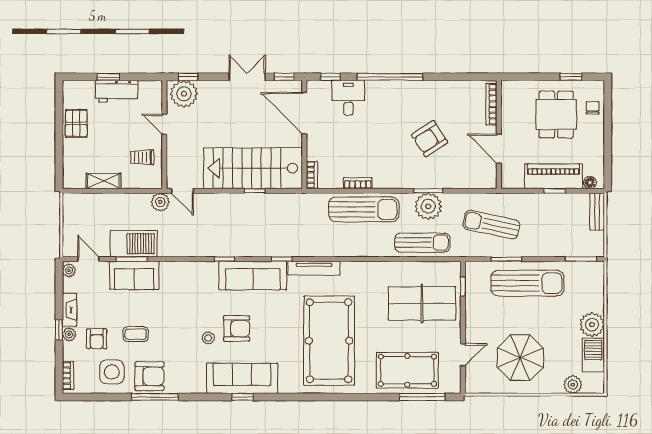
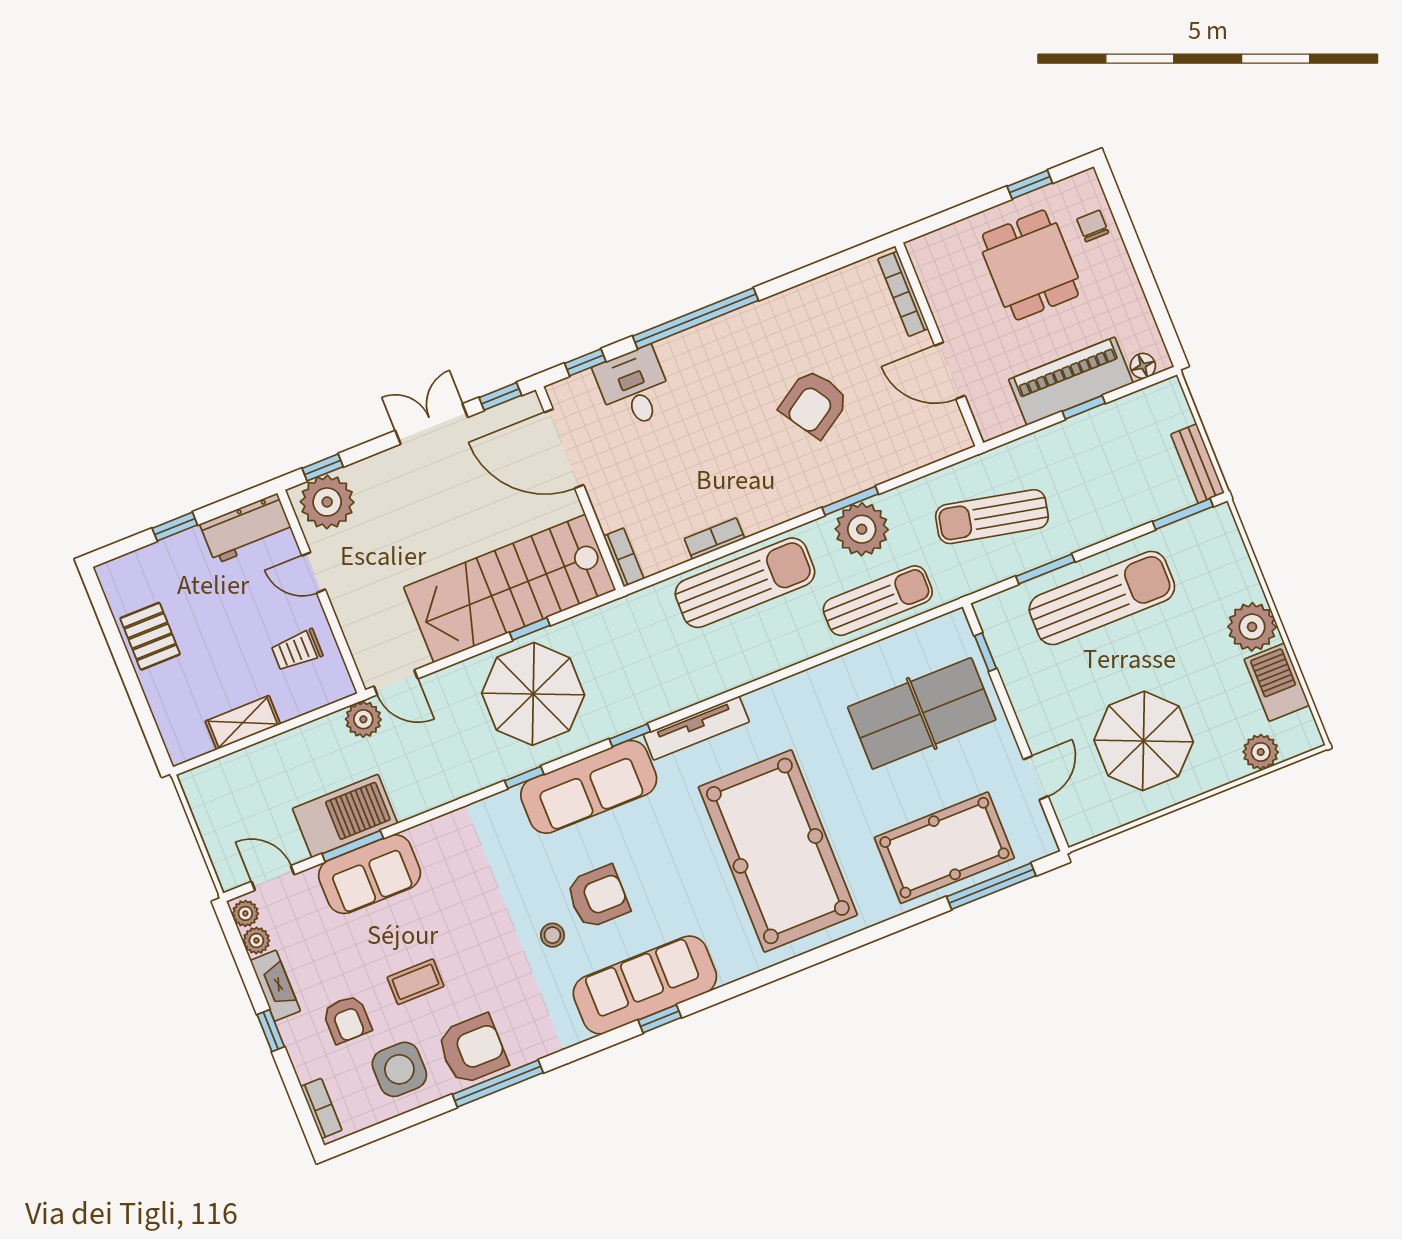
workbench: (117, 91) -> (246, 529), moved
bench: (597, 212) -> (1198, 464), moved
parasol: (244, 222) -> (533, 694), added
plant: (69, 334) -> (256, 940), moved

